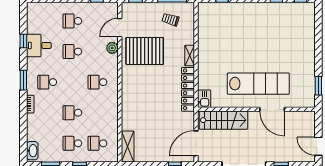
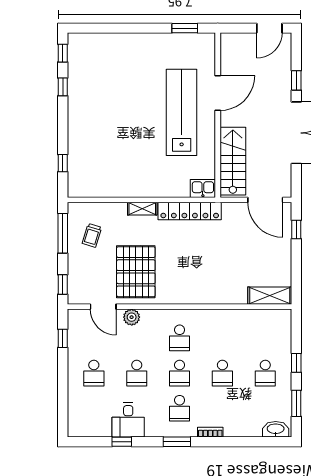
school desk: (97, 143) -> (180, 373), moved

